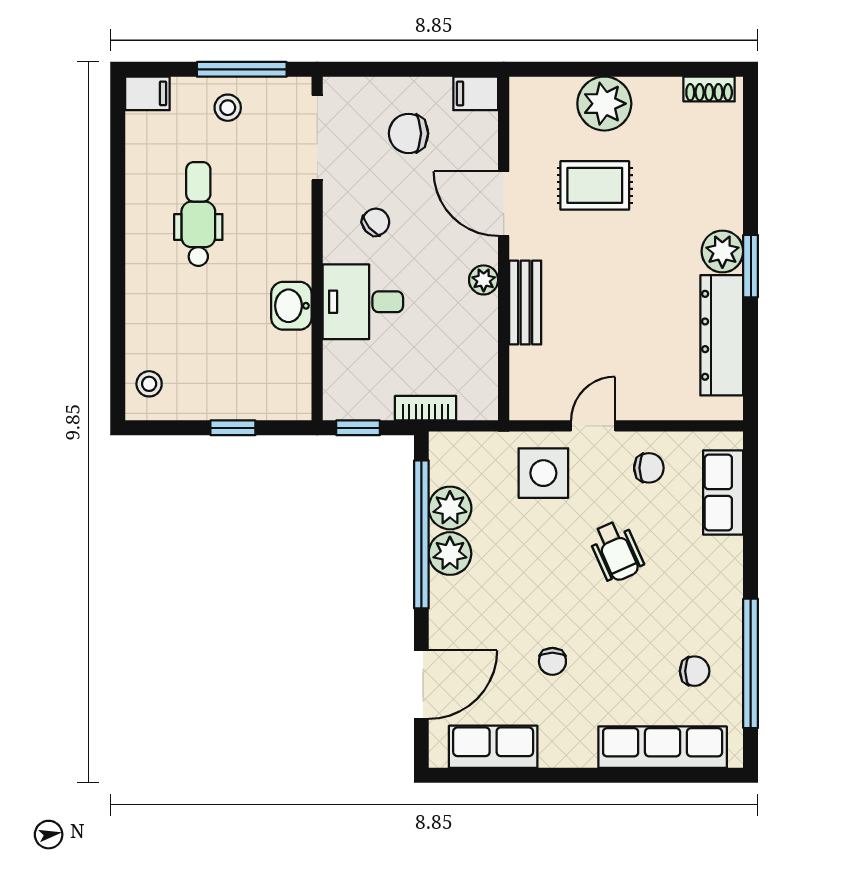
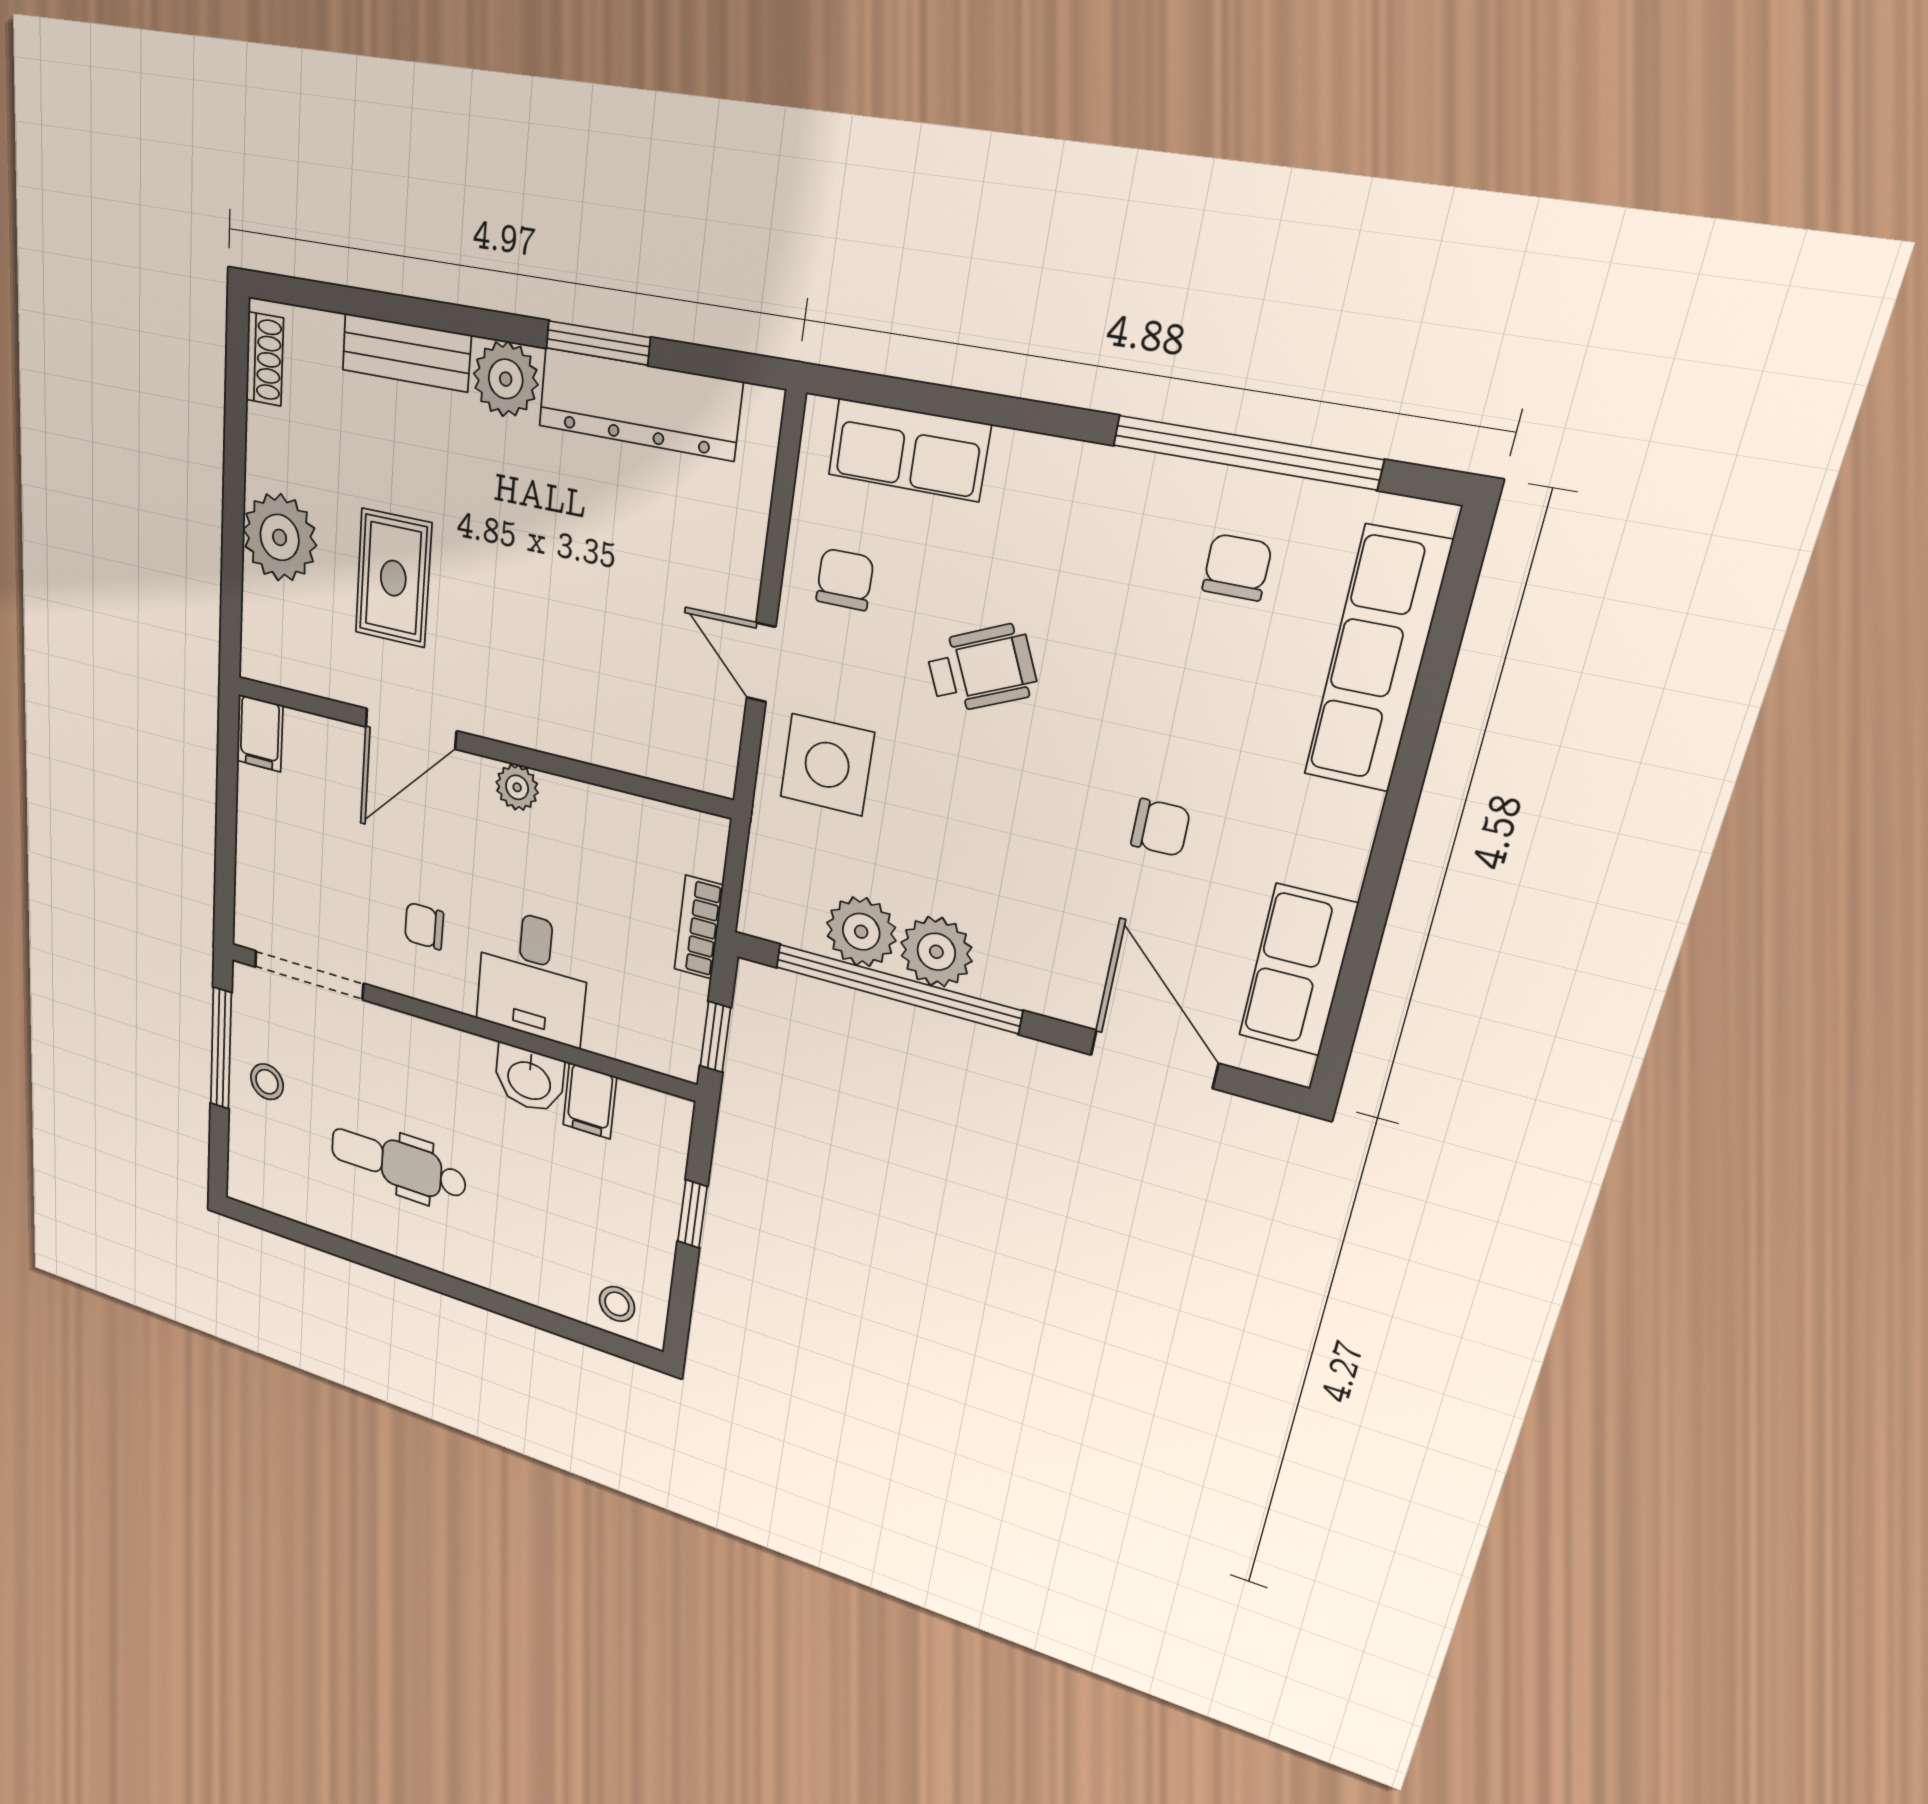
filing cabinet: (147, 93) -> (590, 1101), moved, turned 180
chair: (408, 133) -> (309, 846), removed
chair: (376, 222) -> (424, 926), turned -50
window: (751, 266) -> (598, 343), moved
bench: (525, 303) -> (406, 353), moved

